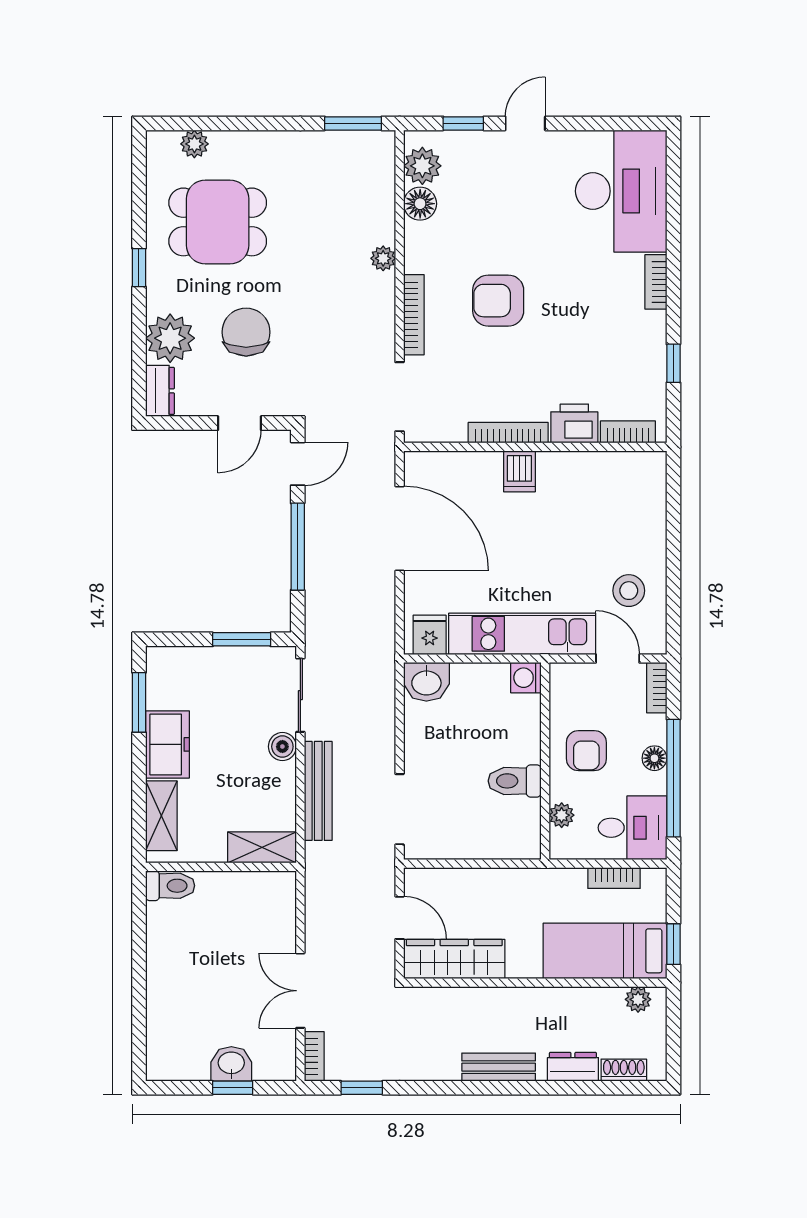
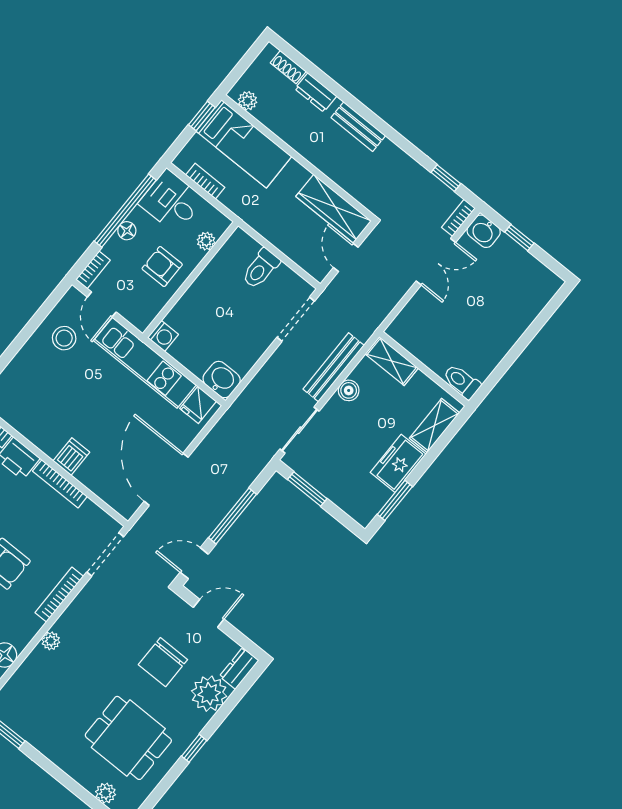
boiler: (282, 747) -> (349, 390), moved
armchair: (586, 751) -> (162, 266), turned -90
toilet: (515, 781) -> (261, 269), moved, turned 90
washbasin: (231, 1064) -> (484, 231), moved

